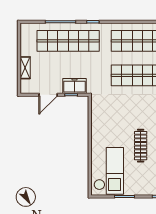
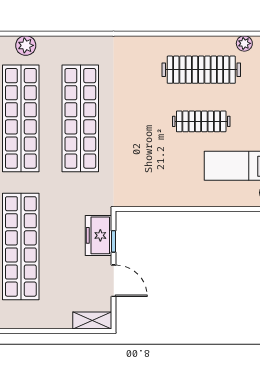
shelving: (25, 68) -> (92, 321), moved

